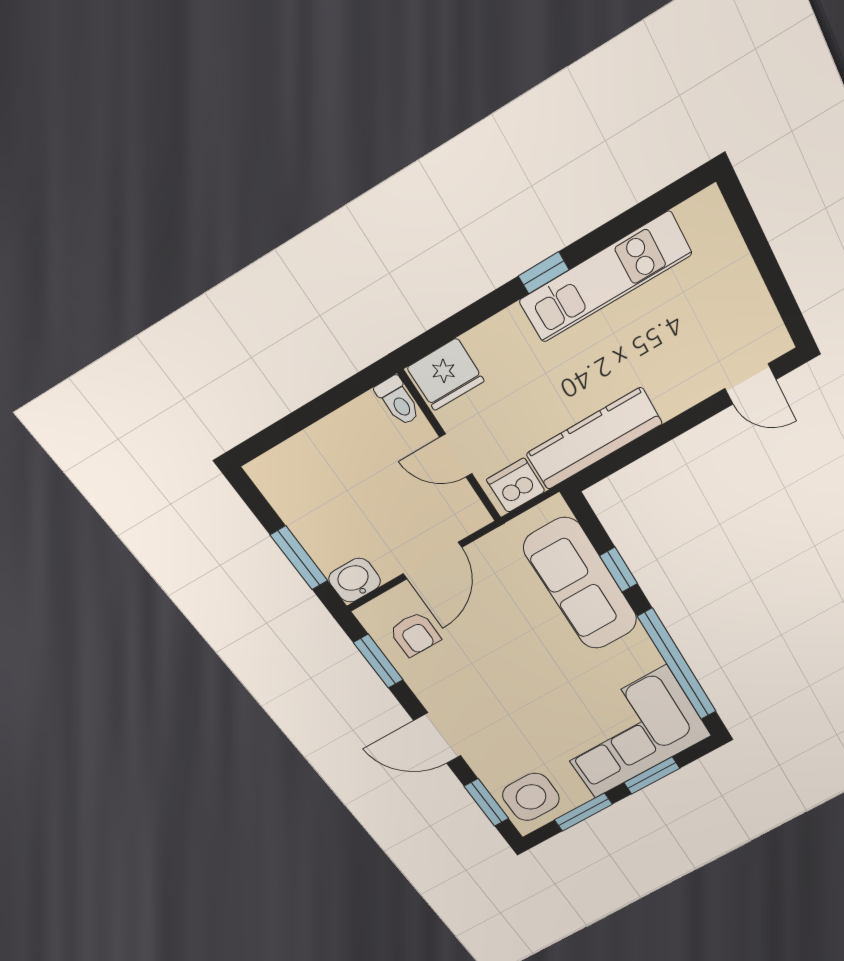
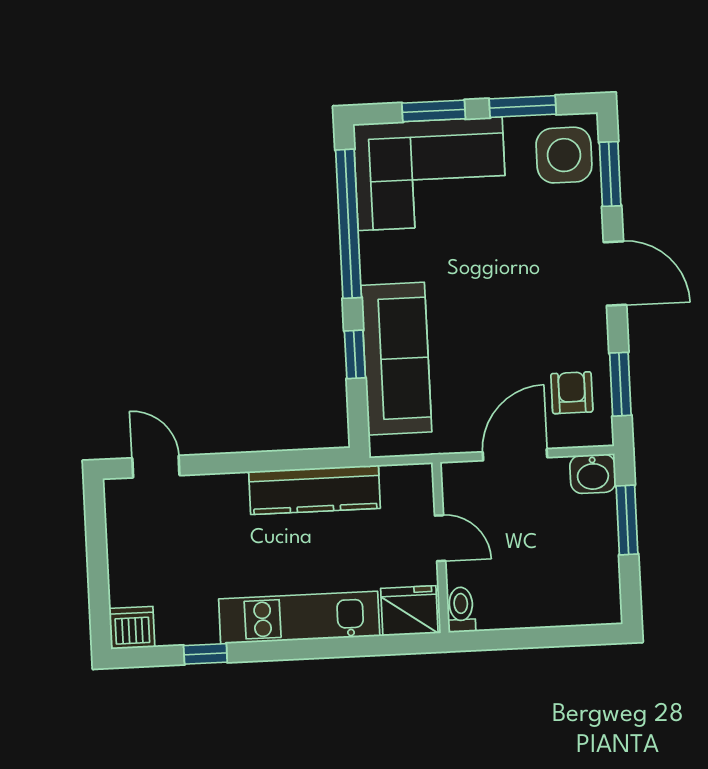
window: (544, 273) -> (205, 654), moved
kitchen unit: (606, 277) -> (299, 617), moved
dishwasher: (516, 485) -> (132, 628), moved, turned 180

